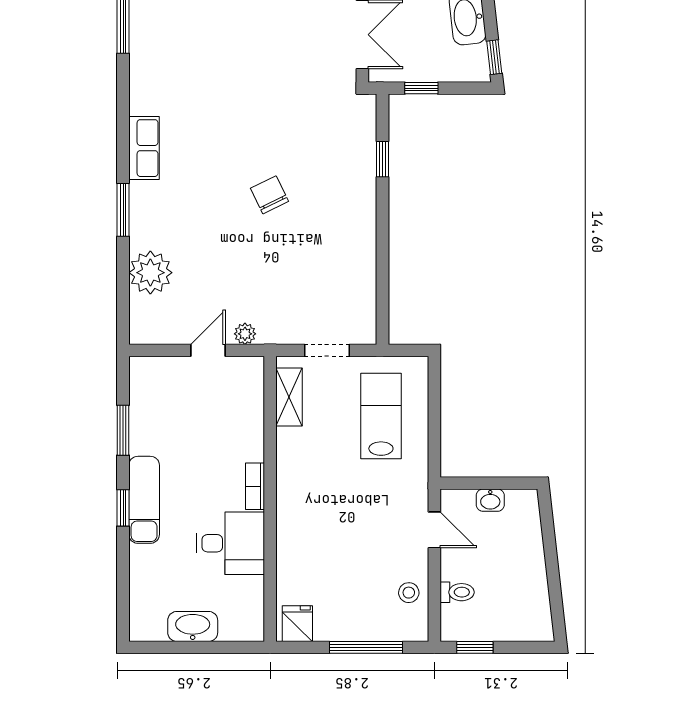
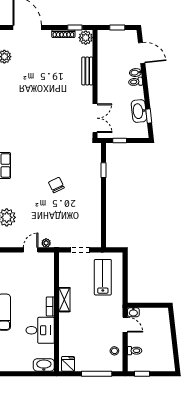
window: (494, 57) -> (149, 116), moved
shelving: (289, 397) -> (64, 300), moved
washbasin: (490, 500) -> (133, 312), moved
washbasin: (193, 626) -> (44, 365), moved

